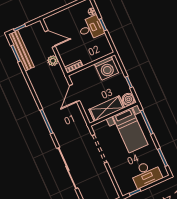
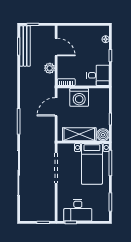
desk: (91, 28) -> (98, 75), moved
washing machine: (107, 68) -> (79, 97), moved
desk: (146, 174) -> (78, 210), moved

